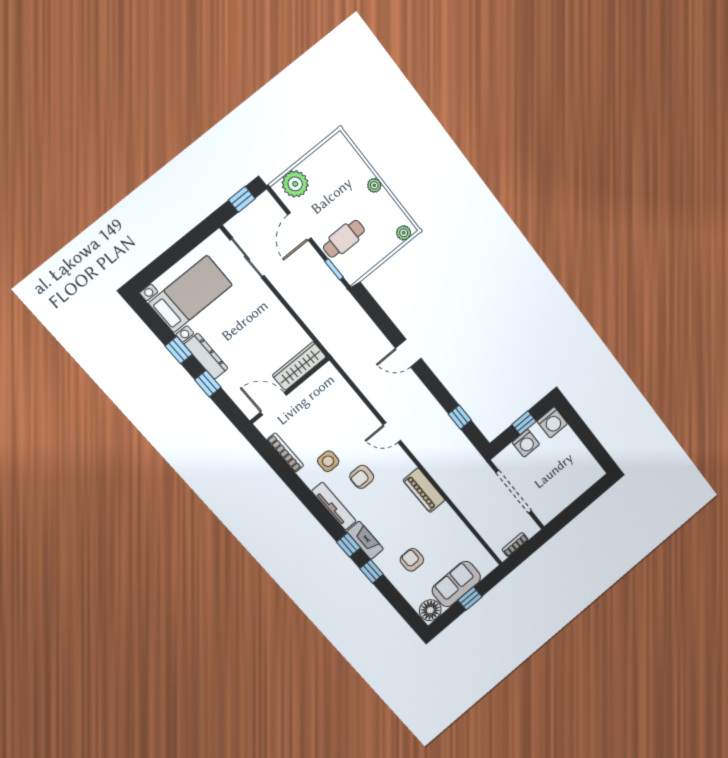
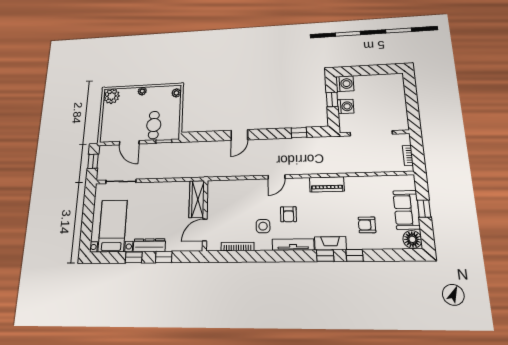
plant: (295, 184) -> (112, 96), moved

